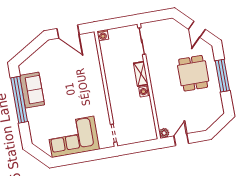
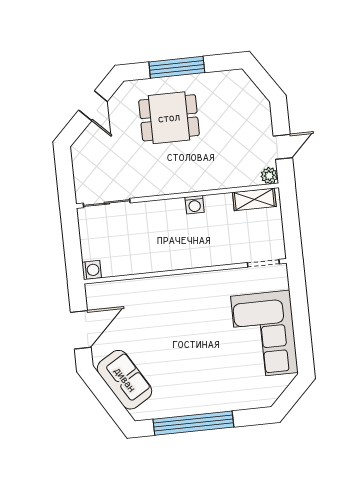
door: (197, 29) -> (93, 106), hinge flipped
shelving: (141, 74) -> (254, 199), moved
sofa: (32, 90) -> (125, 380), moved, turned 59
door: (181, 140) -> (283, 147), swing flipped

